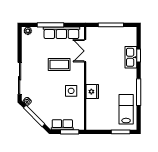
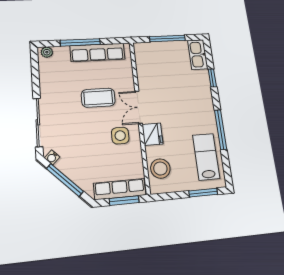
double door: (85, 51) -> (139, 107), moved
kitchen sink: (131, 57) -> (198, 55), moved
stool: (95, 114) -> (160, 169), added
row of seats: (62, 125) -> (120, 189), width x1.48

